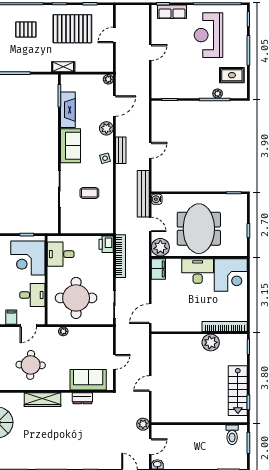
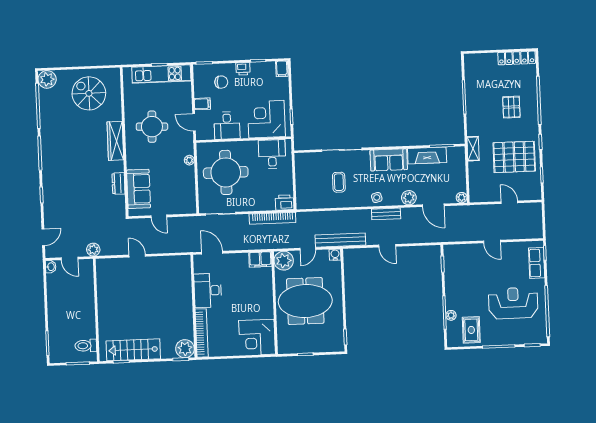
pallet: (72, 29) -> (514, 157), turned 90
desk: (198, 271) -> (208, 290), moved, turned 180
plant: (211, 342) -> (185, 349), moved

